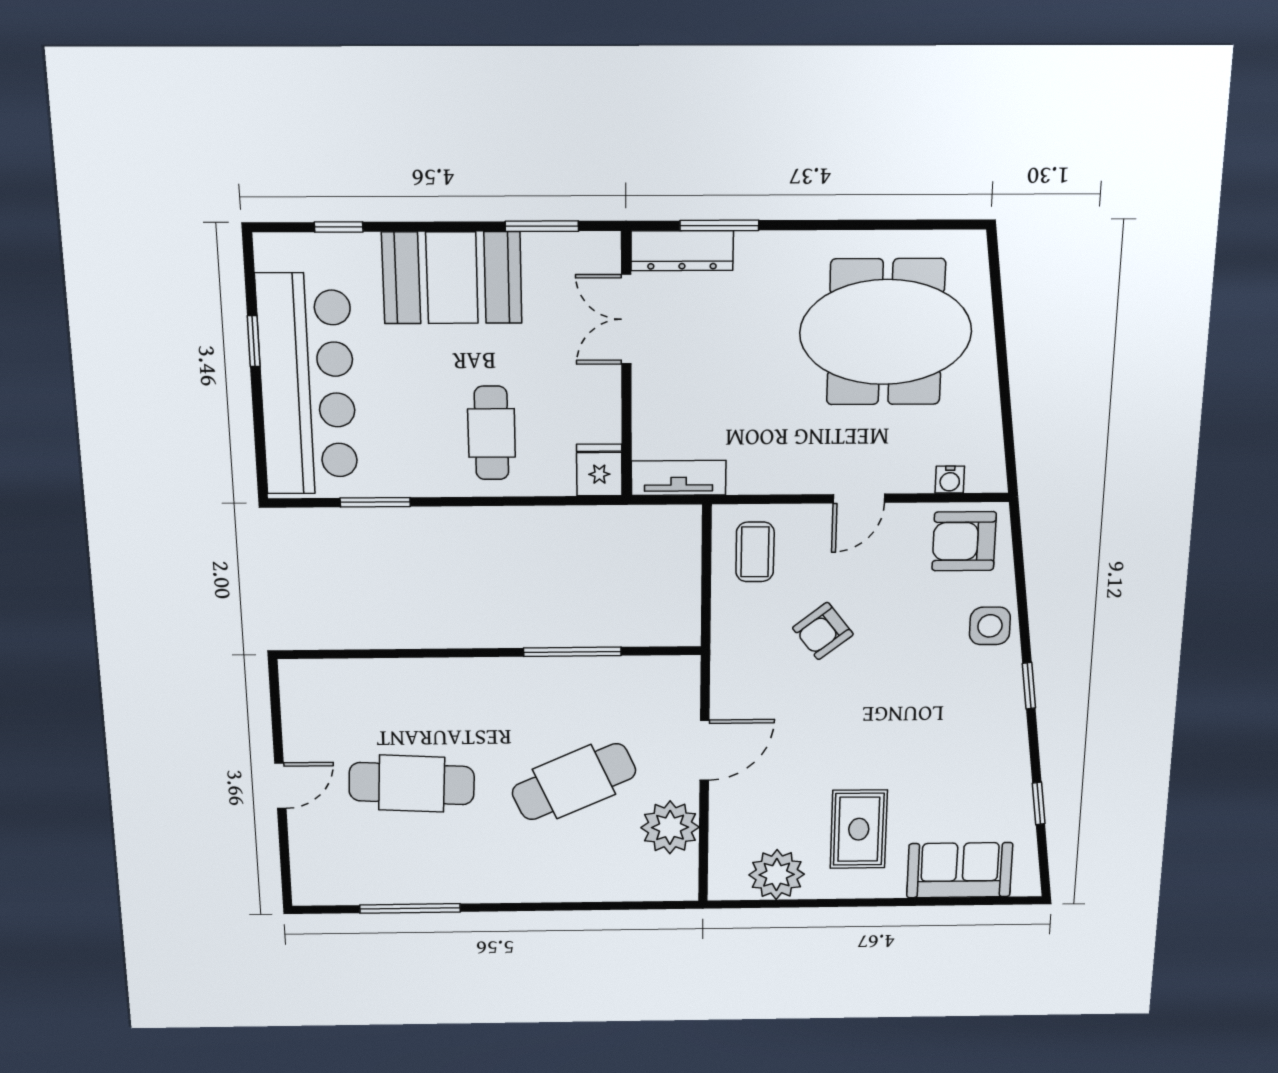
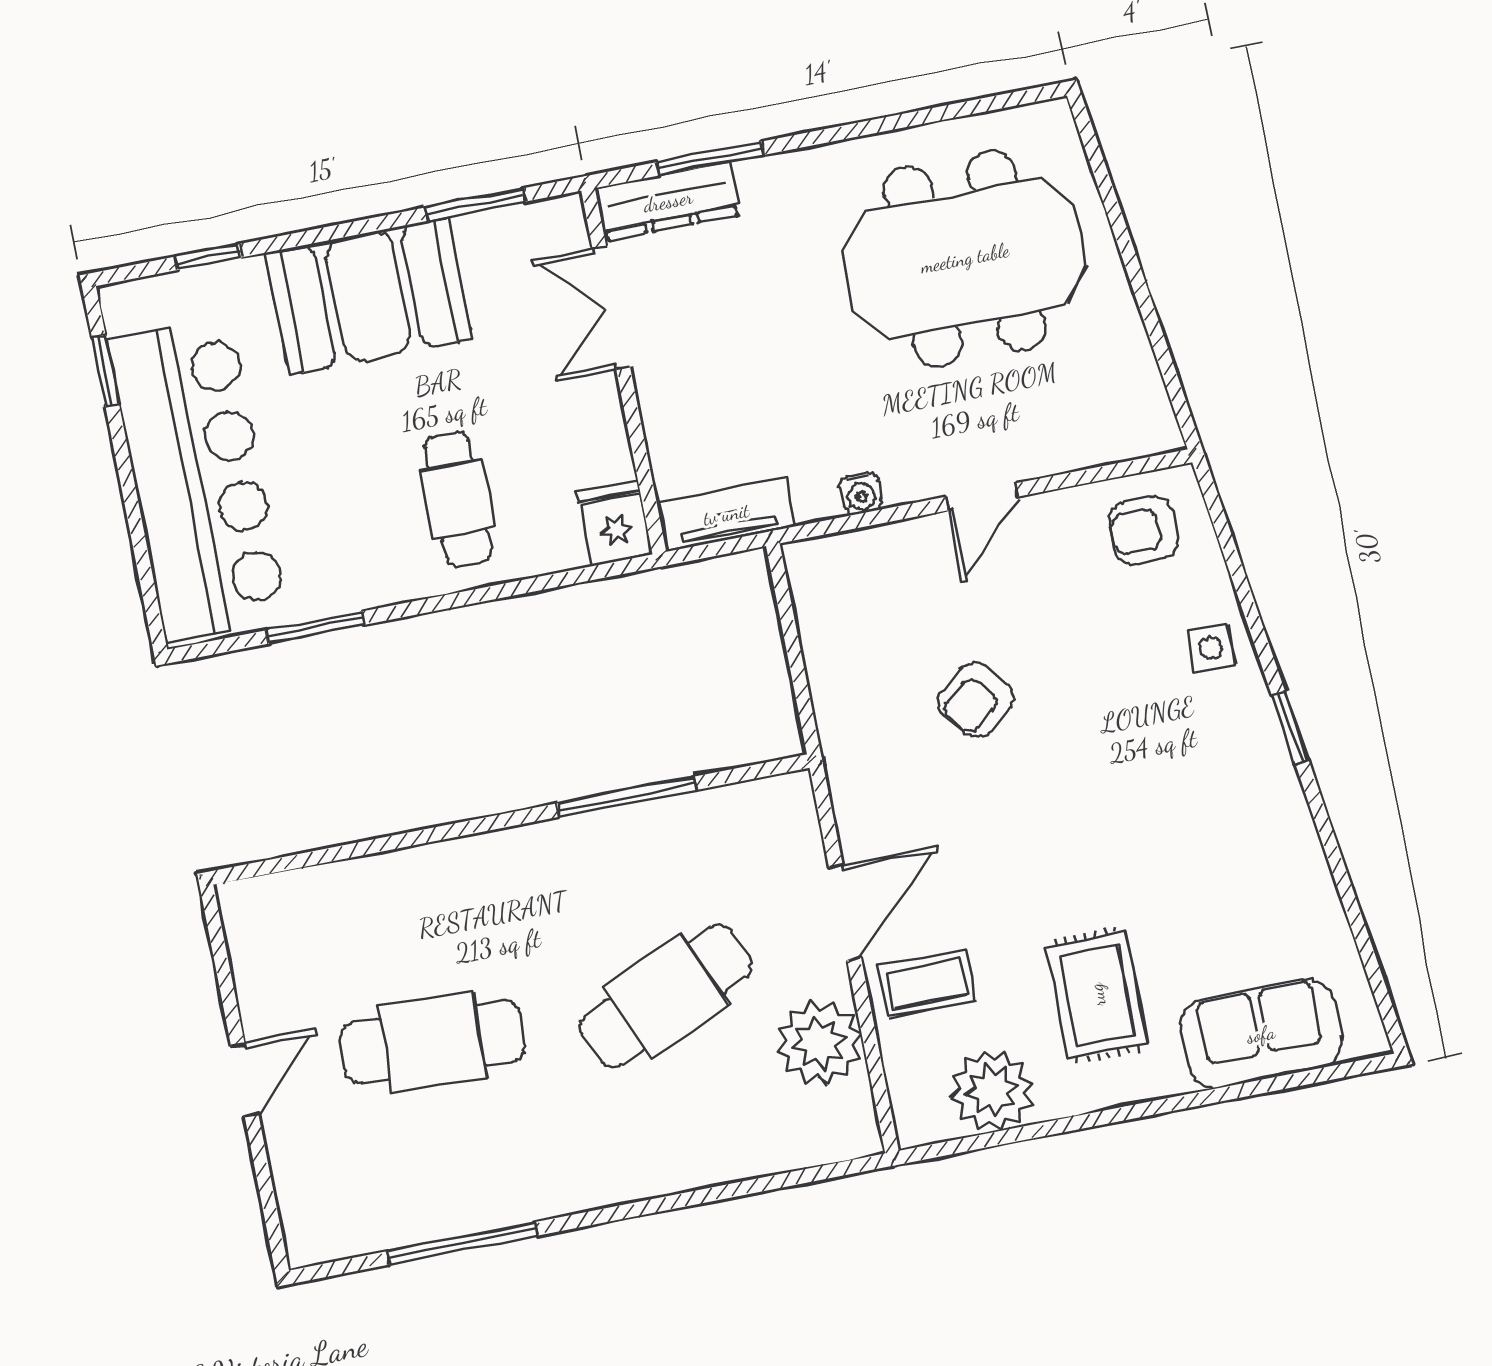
window: (254, 341) -> (105, 371), moved
water cooler: (950, 480) -> (861, 493), moved
armchair: (964, 541) -> (1144, 531), width x0.72, depth x0.72
coffee table: (755, 552) -> (927, 983), moved, turned 90
side table: (990, 626) -> (1211, 648), width x0.73, depth x0.73
window: (1039, 803) -> (1351, 906), removed

